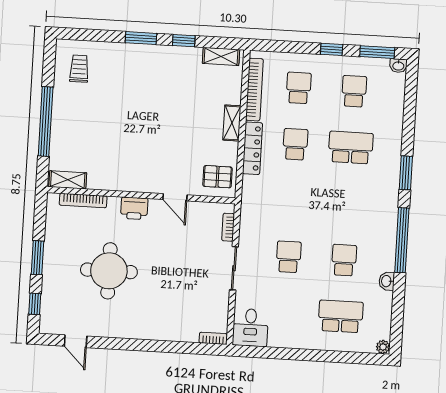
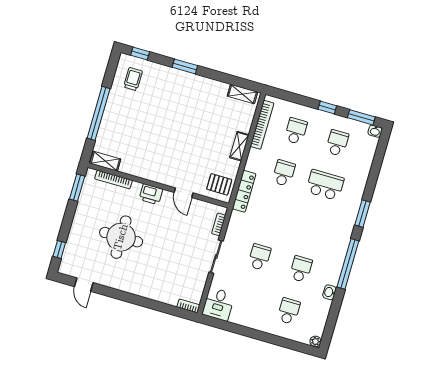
window: (184, 41) -> (140, 53), moved
locker: (252, 148) -> (244, 191), moved
window: (38, 258) -> (77, 188), moved
school desk: (341, 316) -> (289, 311), width x0.54

